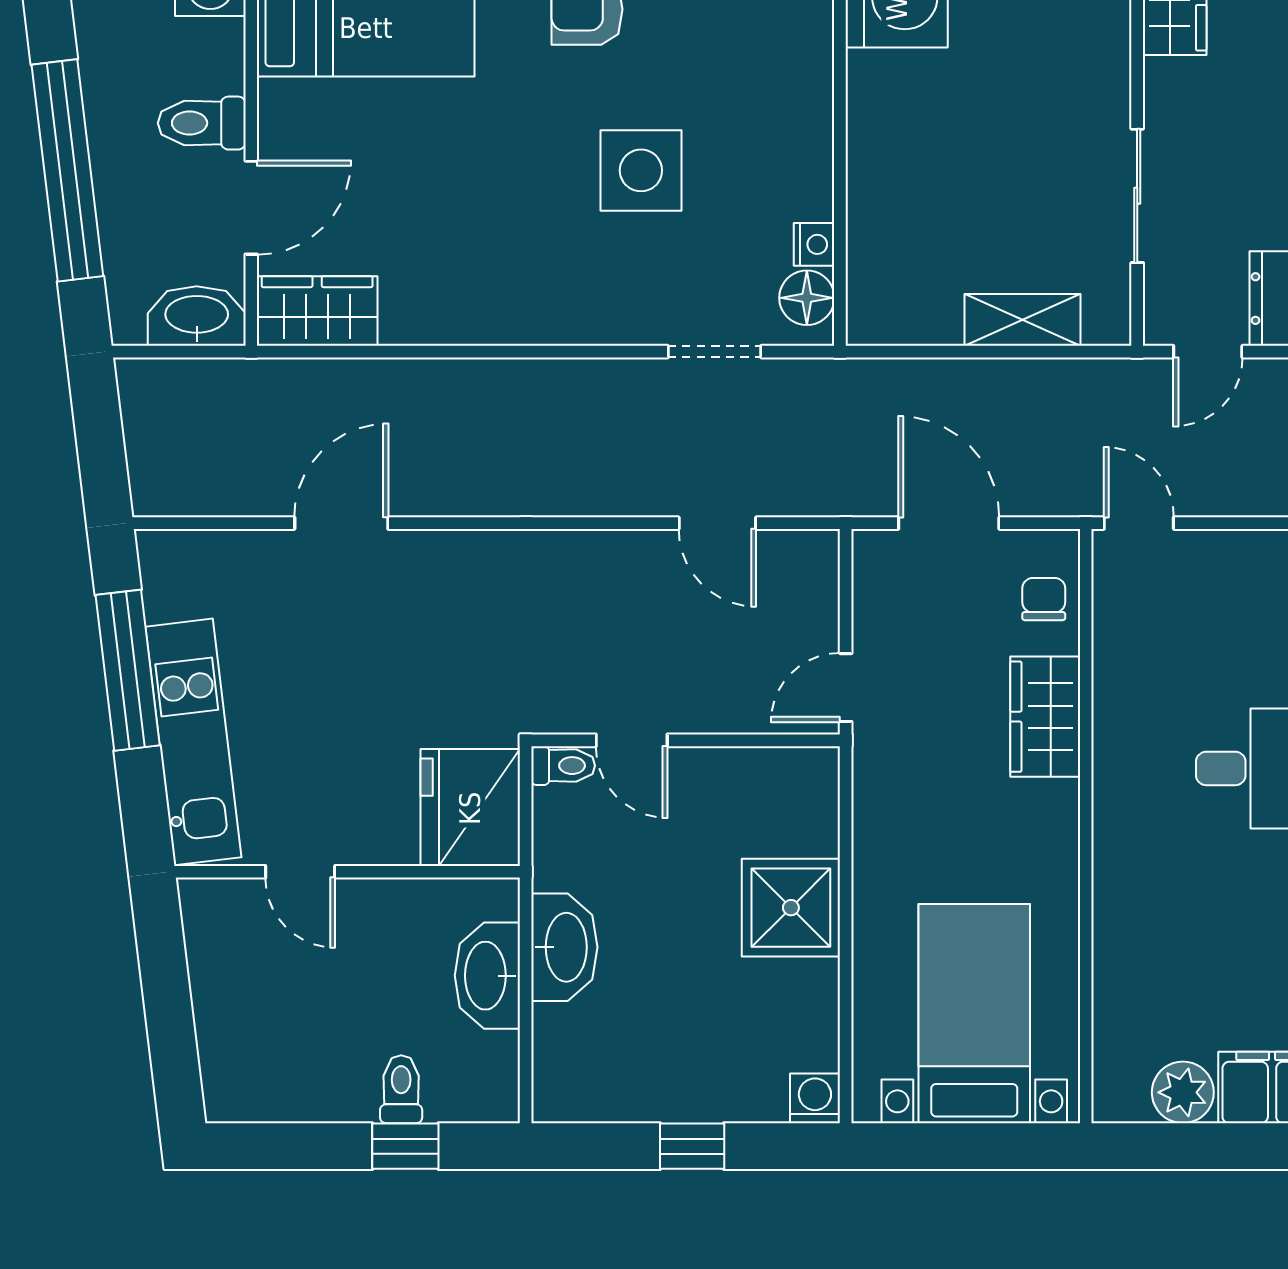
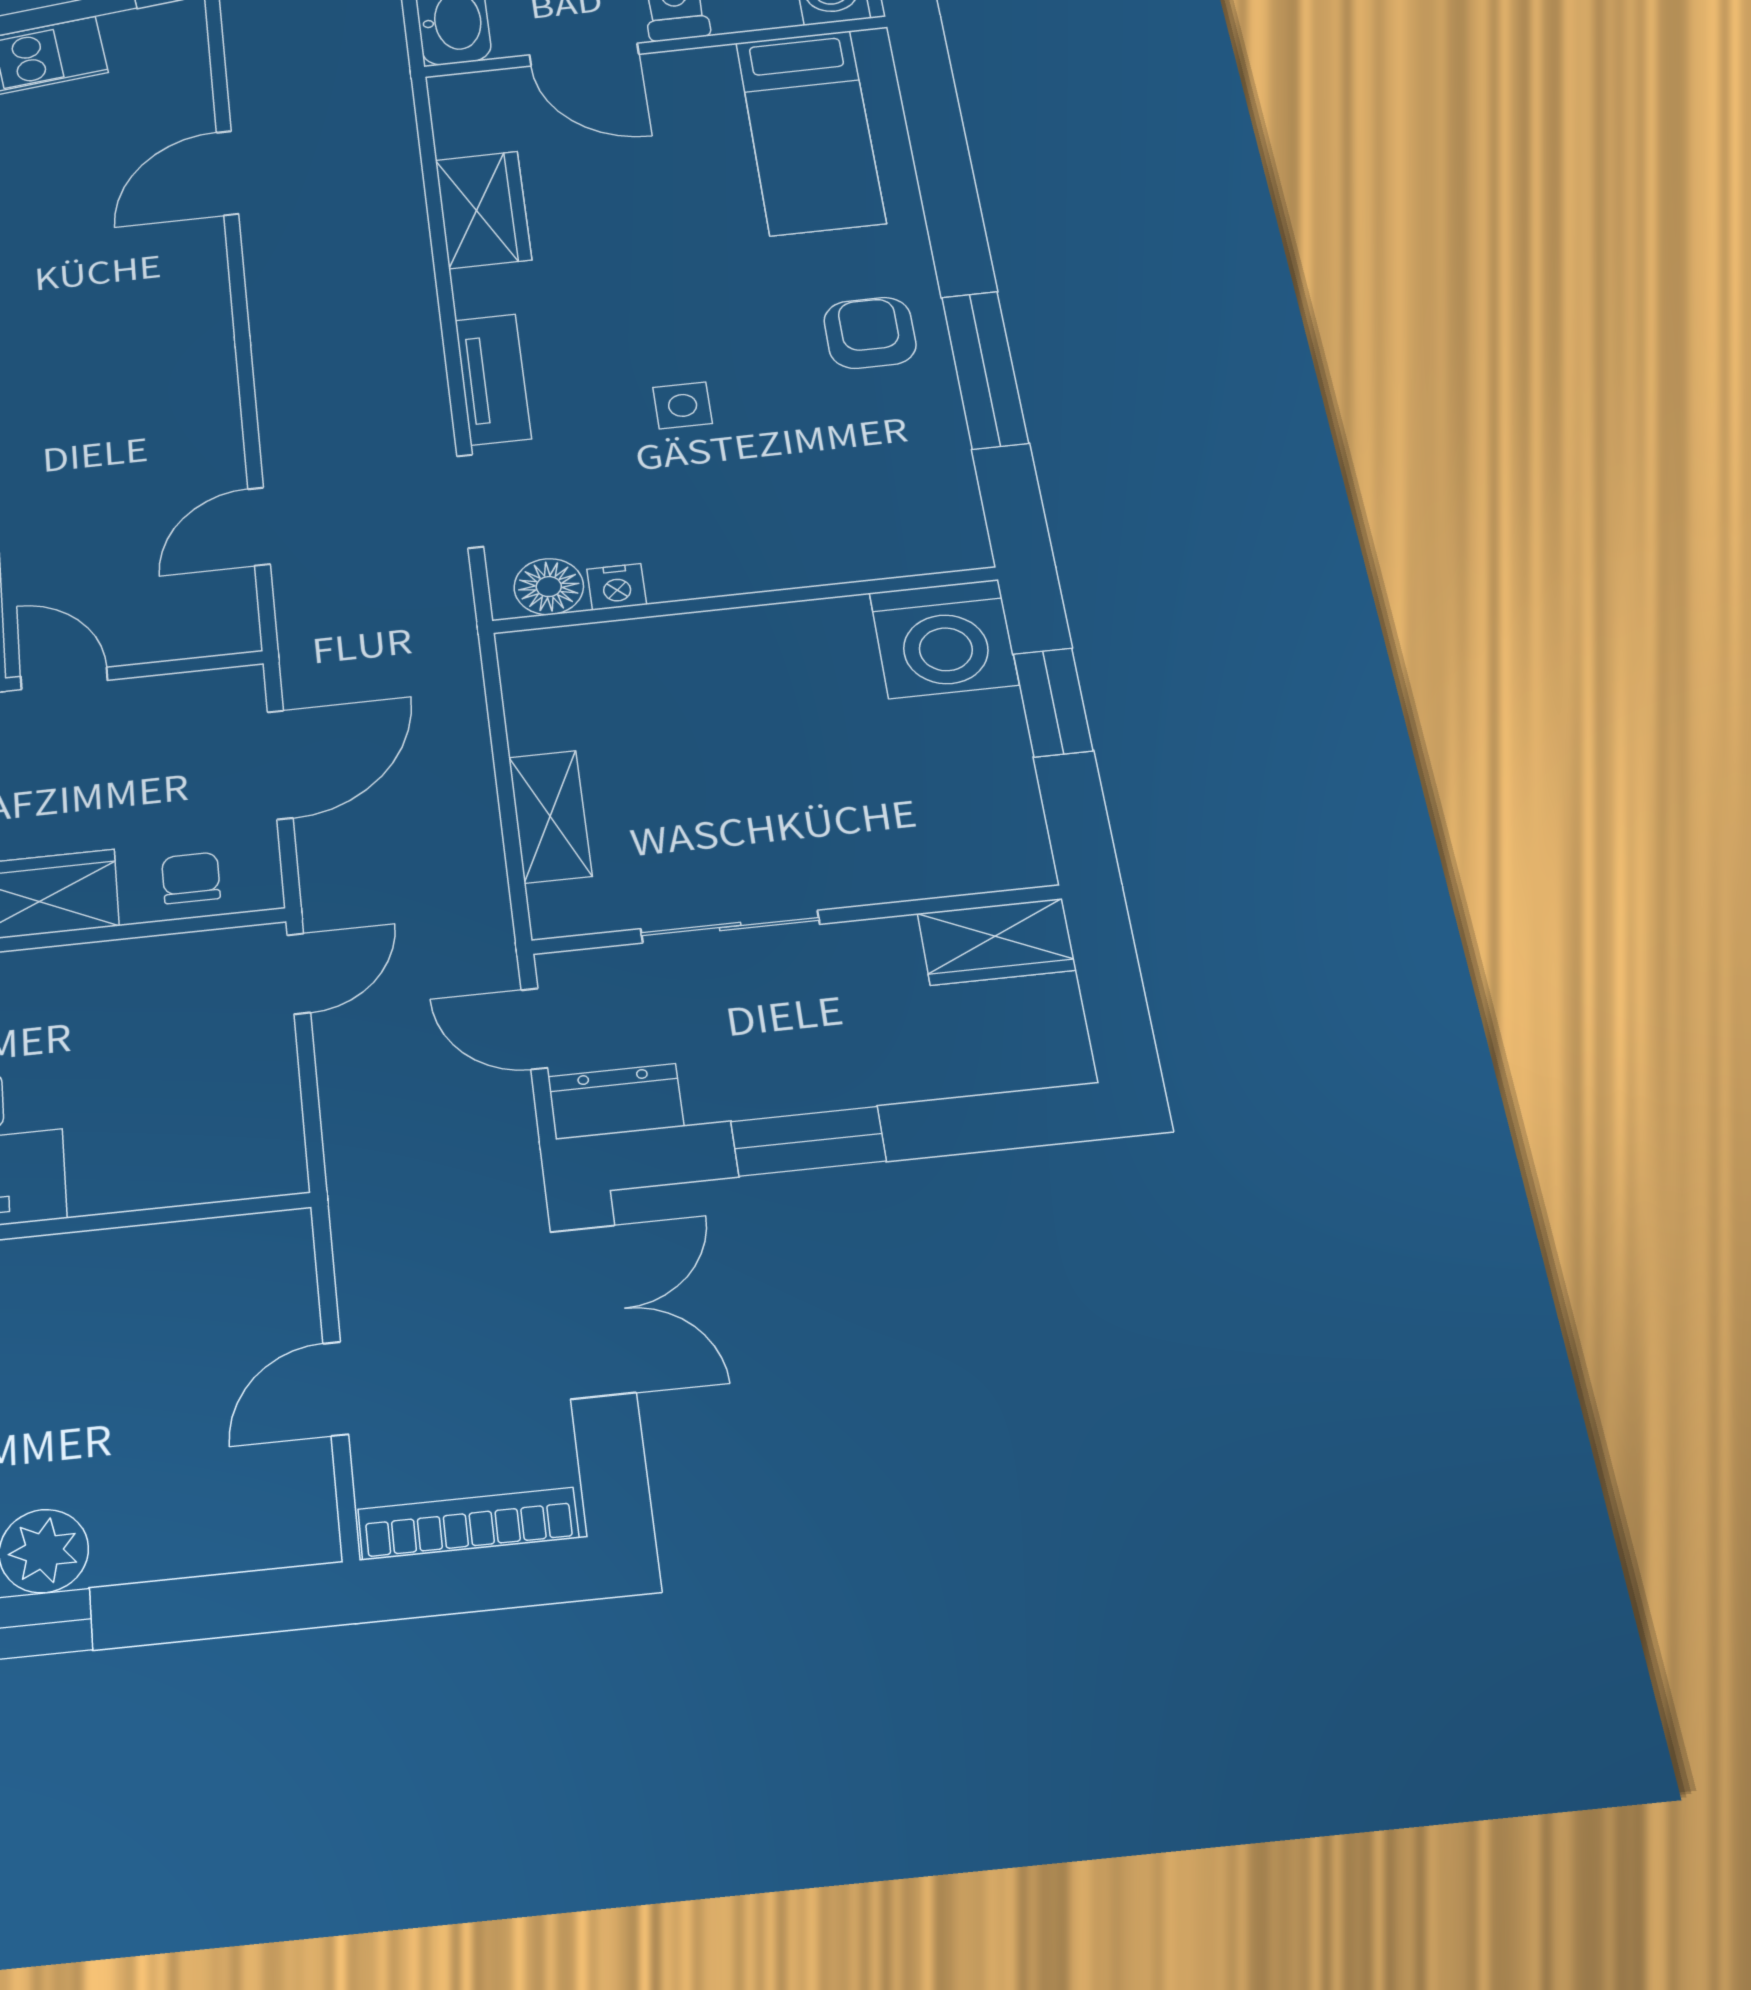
side table: (641, 170) -> (683, 405), width x0.54, depth x0.54
wardrobe: (317, 311) -> (483, 210), moved
tv unit: (593, 321) -> (493, 379), added
door: (341, 523) -> (228, 173), swing flipped
chair: (1044, 599) -> (191, 878), turned -90

